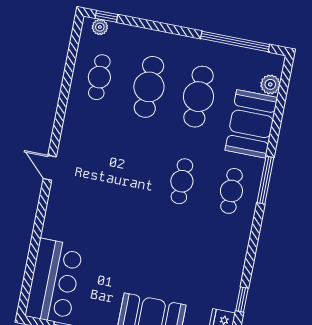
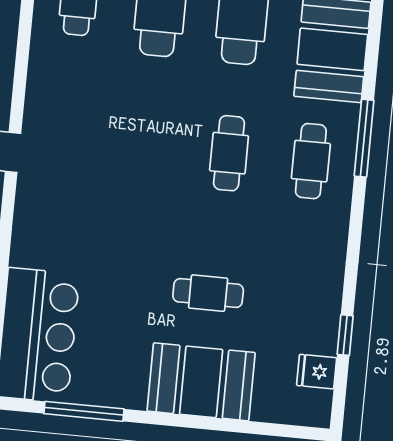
cafe table: (161, 266) -> (208, 293), added

